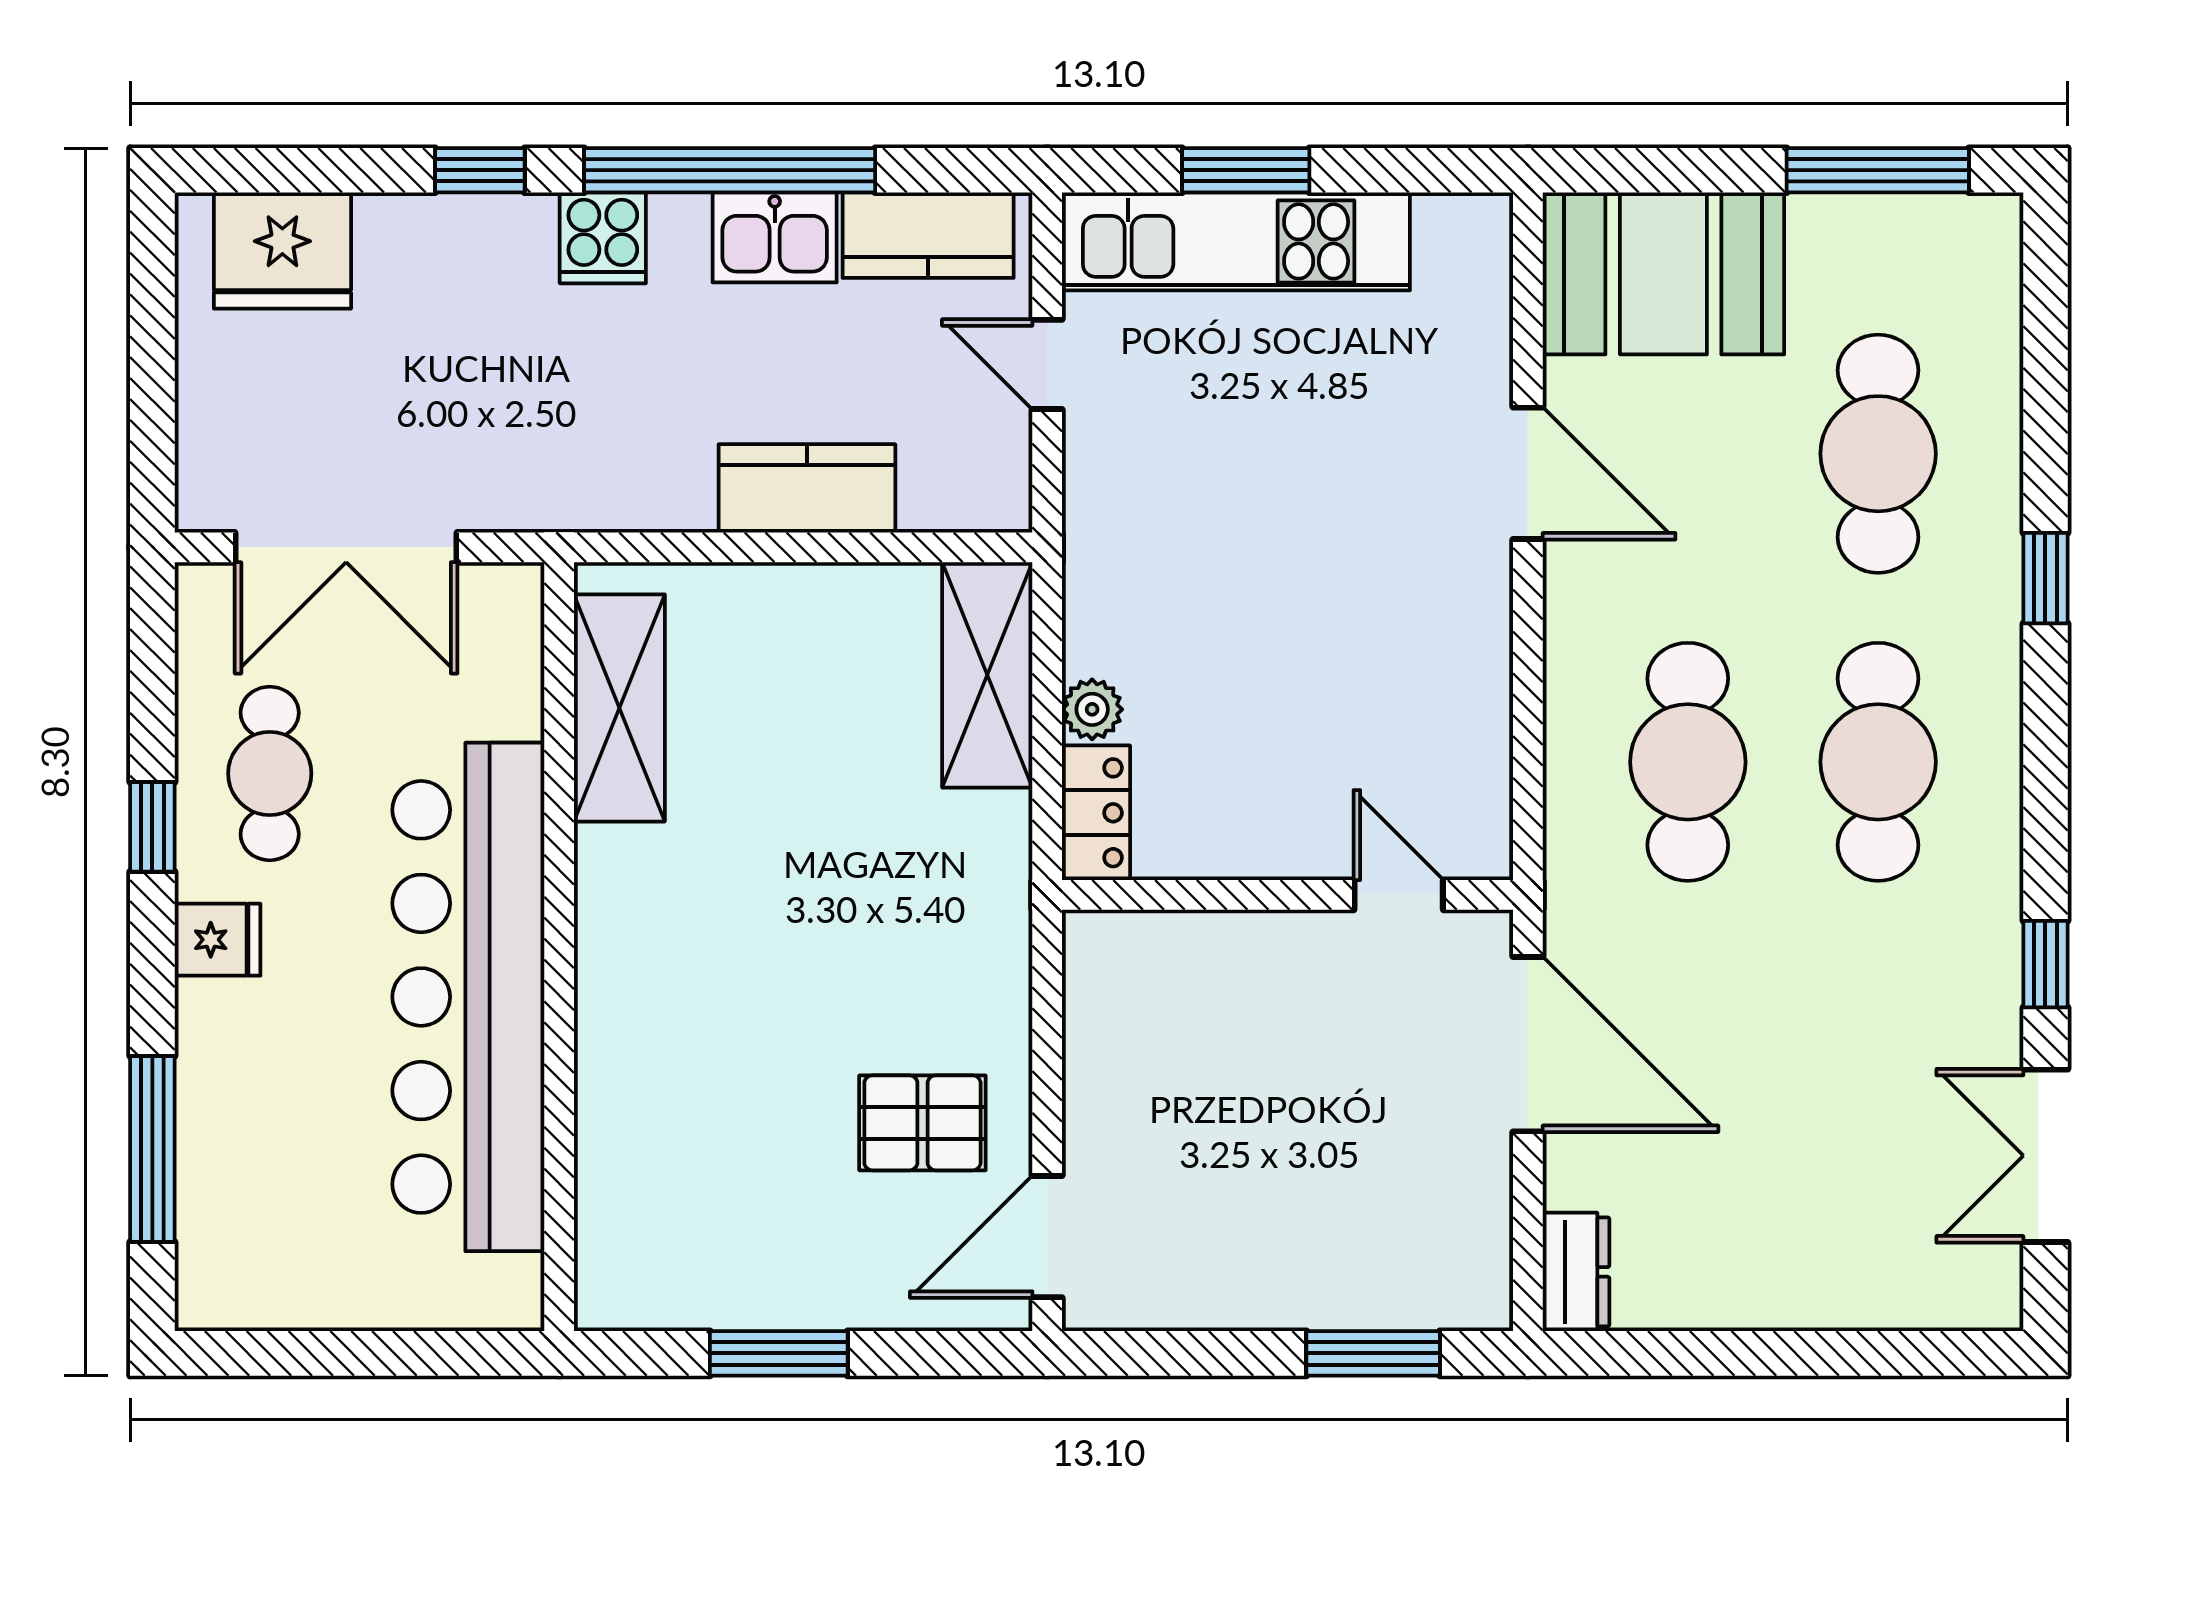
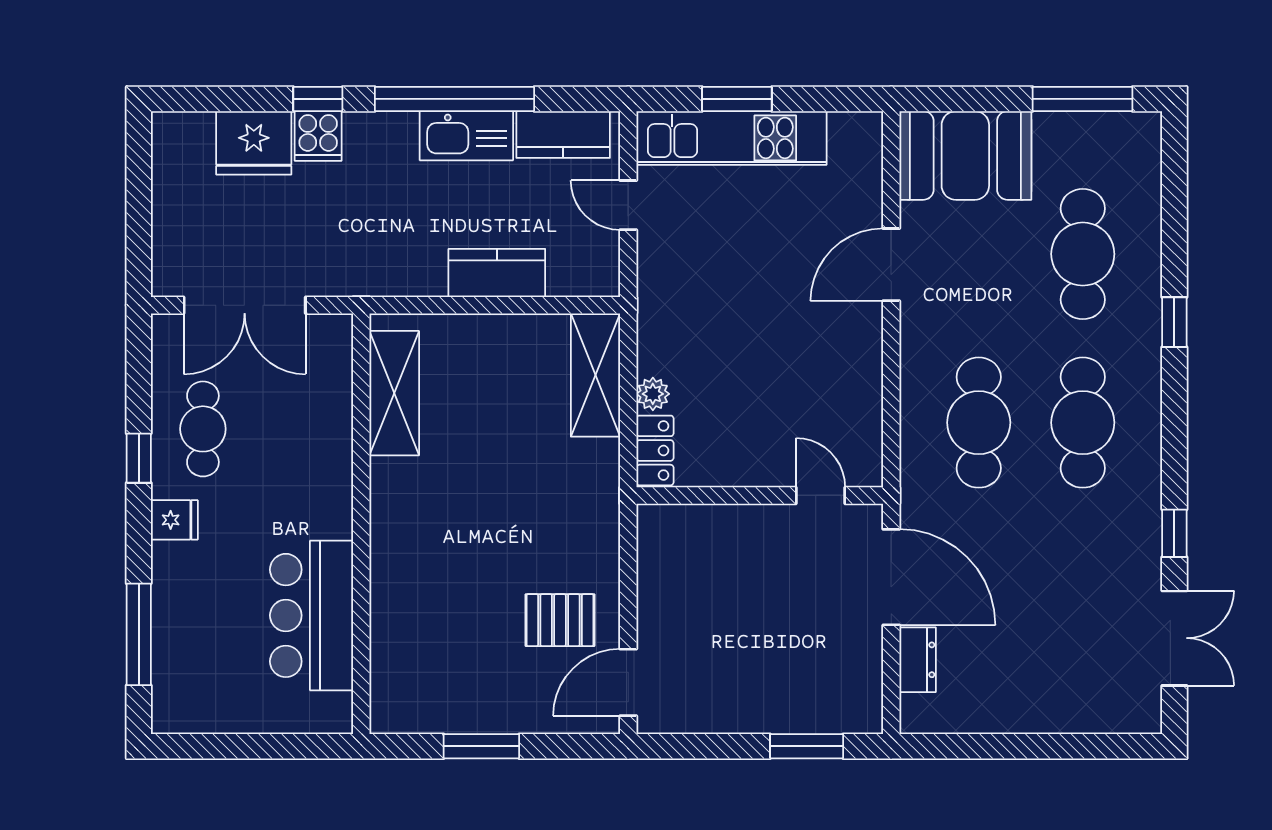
kitchen sink: (775, 237) -> (466, 136), width x1.38
cooker: (603, 238) -> (318, 136), moved
fridge: (282, 251) -> (254, 143), moved
door: (1528, 473) -> (891, 265), swing flipped
bar counter: (468, 997) -> (312, 615), width x0.54
double door: (2045, 1156) -> (1174, 638), swing flipped
dresser: (1576, 1272) -> (918, 660), moved

